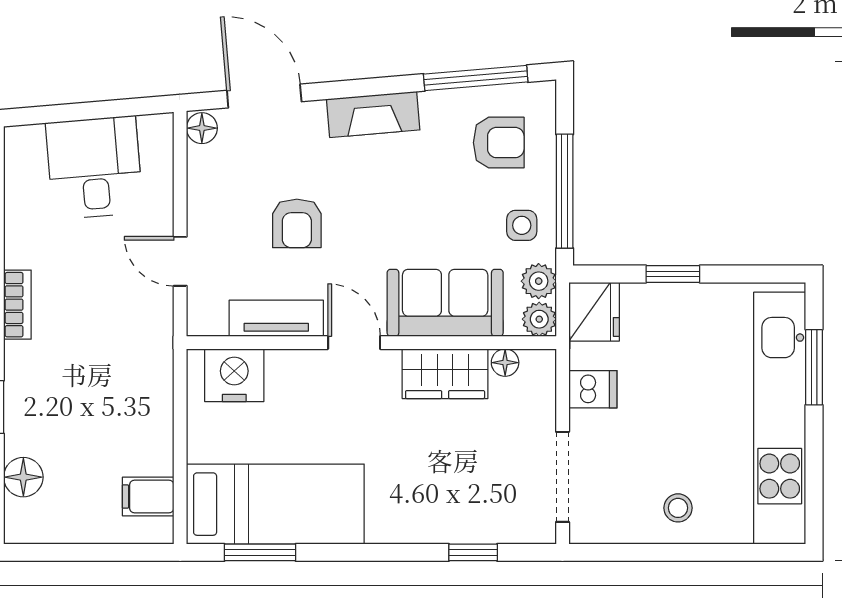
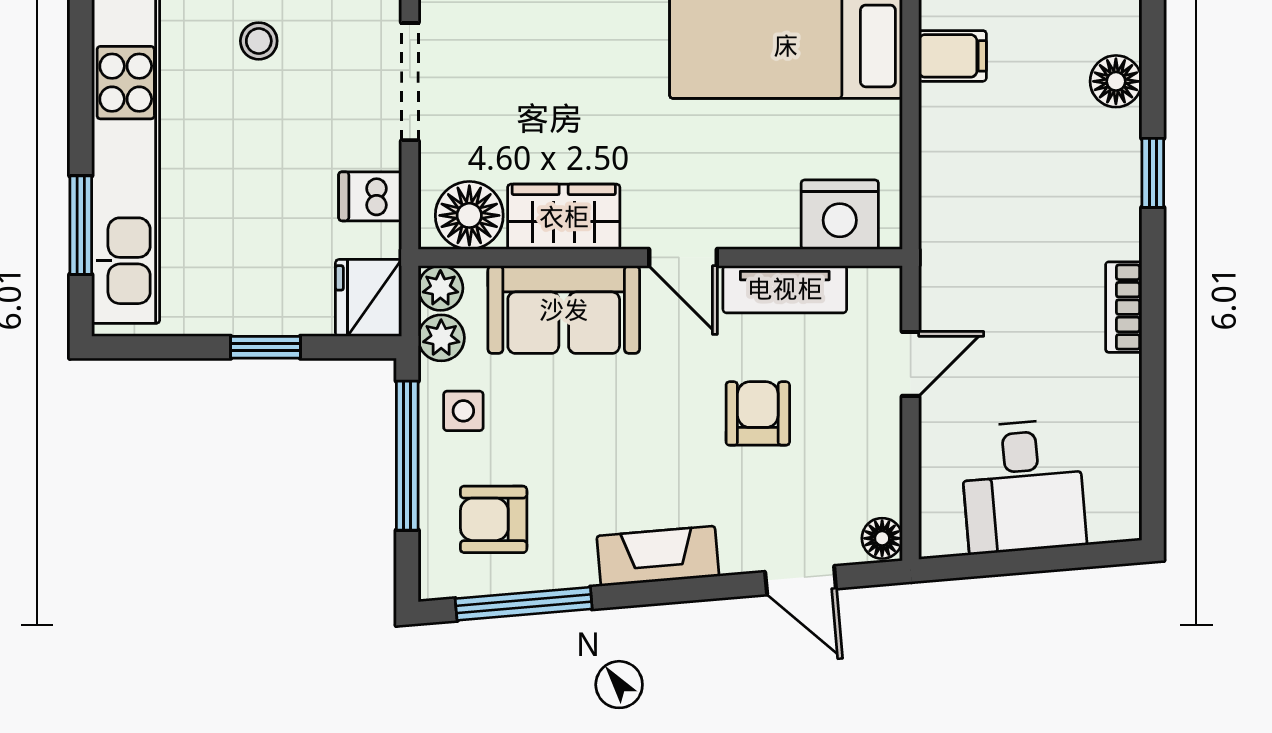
door: (264, 96) -> (801, 580), width x0.73
door: (180, 261) -> (911, 364), hinge flipped
floor lamp: (505, 363) -> (469, 215), width x1.89, depth x1.89

